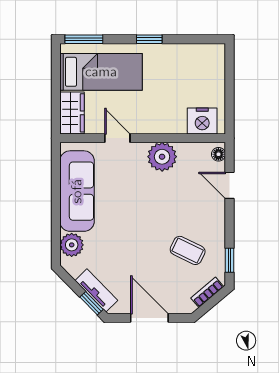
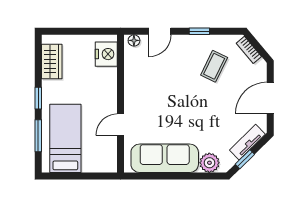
window: (84, 39) -> (38, 136), moved
wardrobe: (72, 113) -> (52, 61), moved, turned 90
plant: (162, 157) -> (136, 87), removed
window: (229, 260) -> (199, 31), moved
window: (91, 303) -> (245, 159), moved

